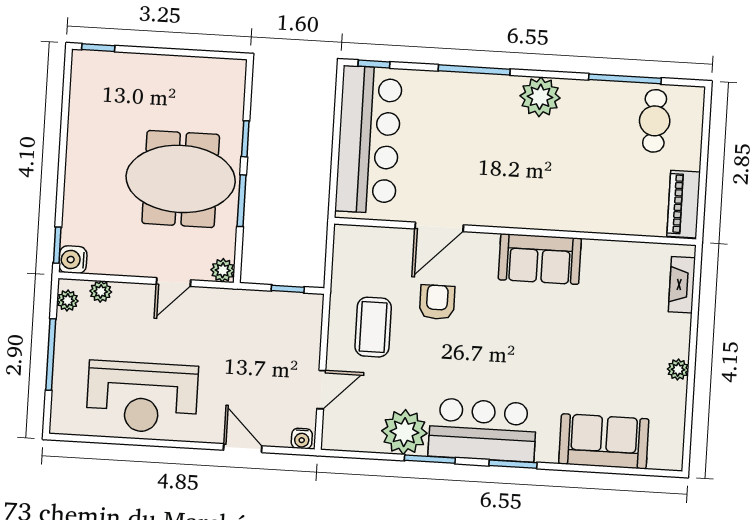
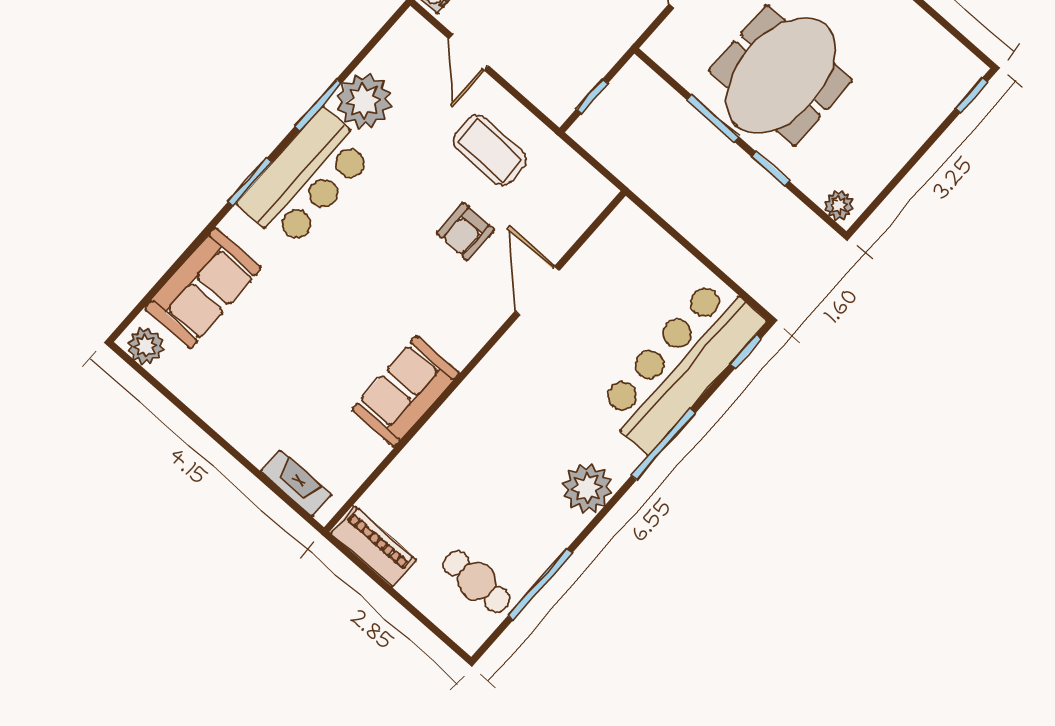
bar counter: (369, 140) -> (681, 364), moved, turned 90
sofa: (540, 259) -> (405, 391), moved
plant: (223, 270) -> (839, 205), moved
armchair: (437, 302) -> (465, 232), turned 90
plant: (678, 370) -> (146, 346), moved, width x1.38, depth x1.38

